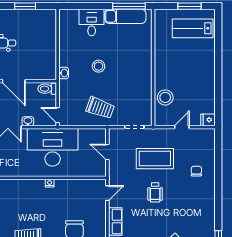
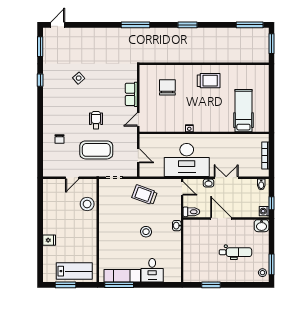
lab bench: (193, 28) -> (74, 271), moved
fridge: (208, 120) -> (49, 240), moved

